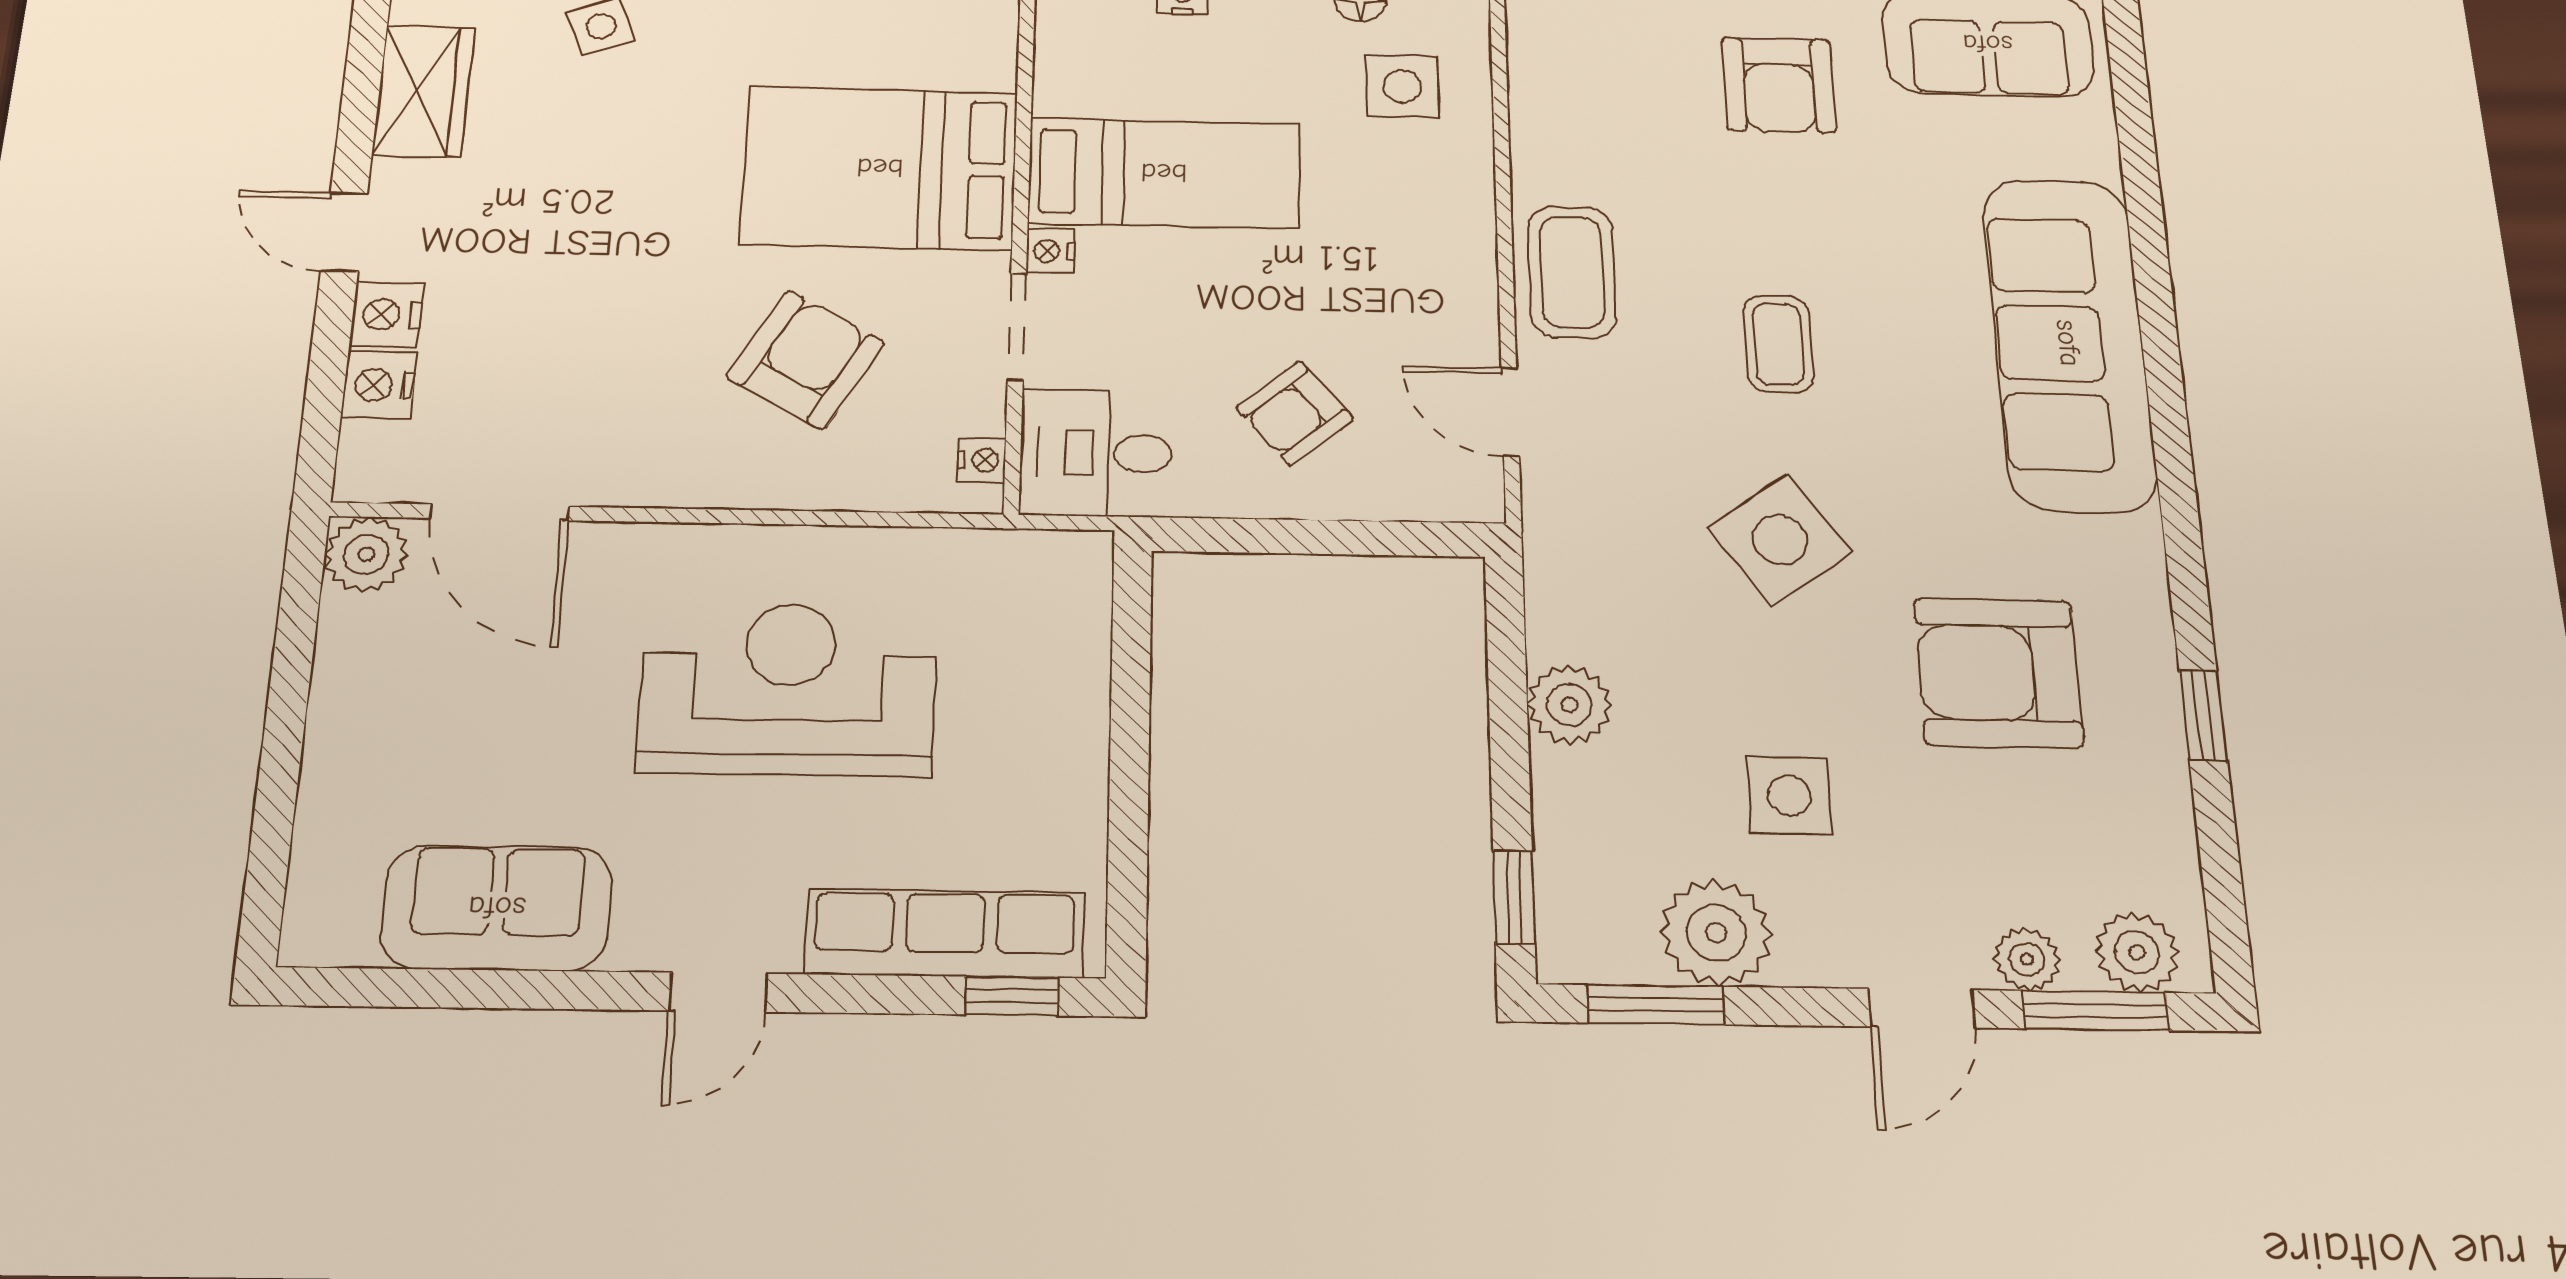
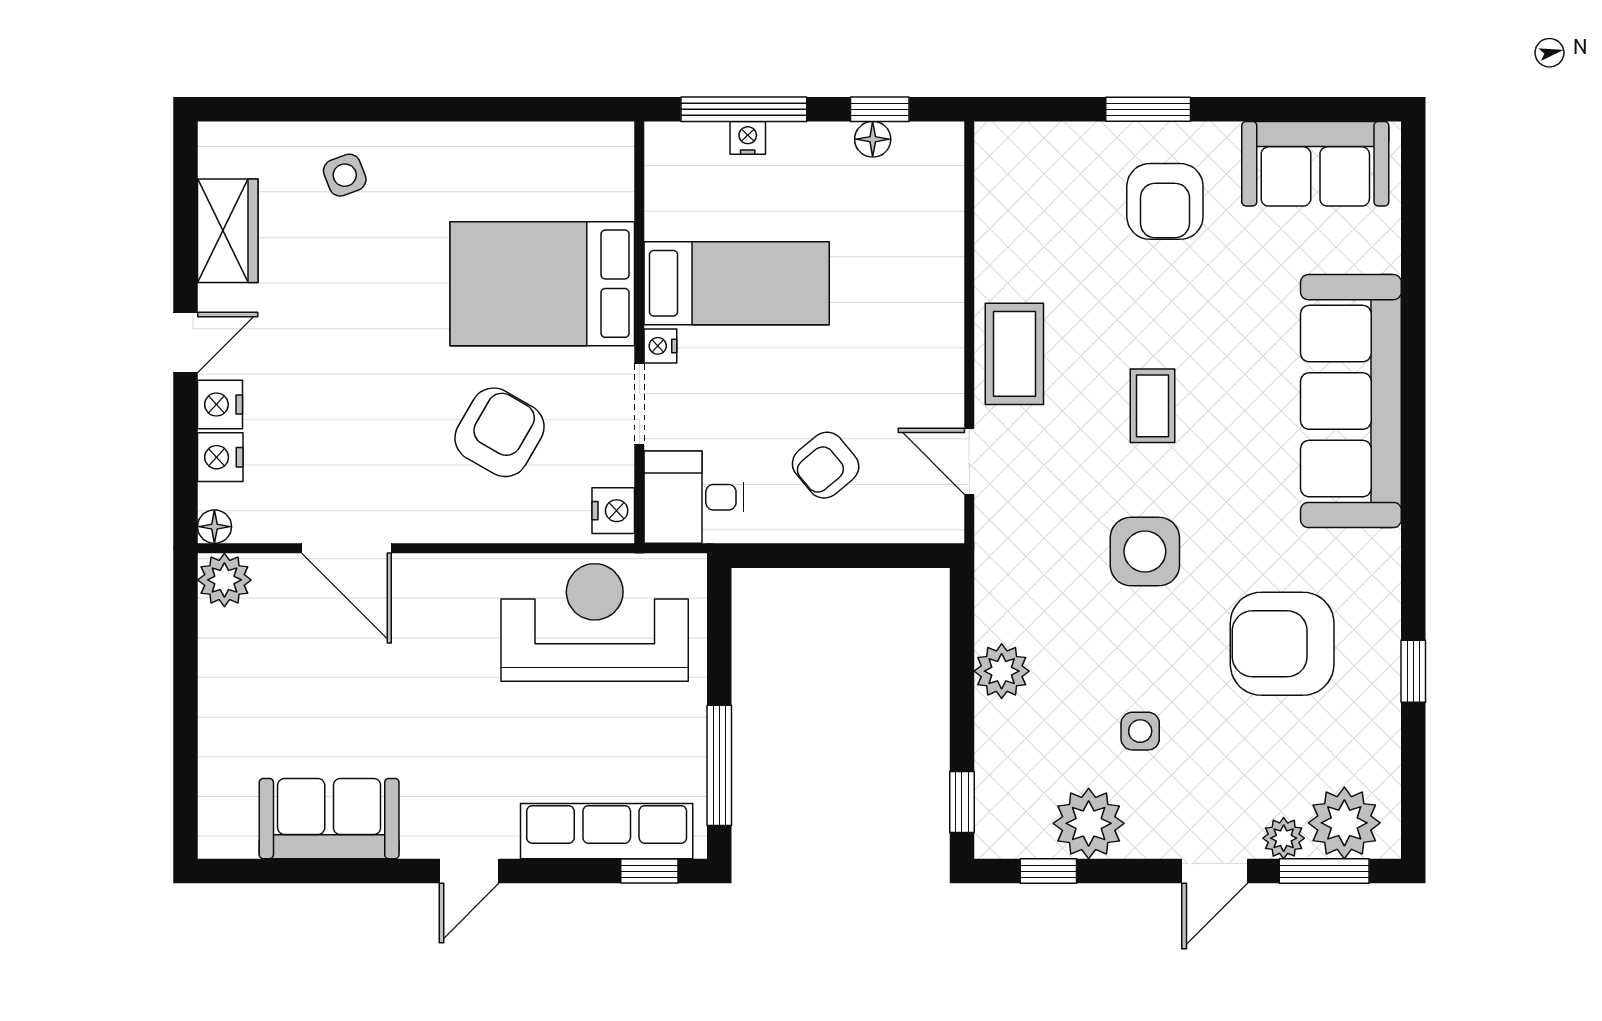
side table: (1402, 86) -> (901, 209), removed
door: (344, 232) -> (185, 342), swing flipped
nightstand: (981, 460) -> (613, 511), width x1.39, depth x1.35
floor lamp: (359, 480) -> (214, 527), added
door: (500, 512) -> (347, 548), moved
side table: (1780, 540) -> (1145, 552), turned 36
reception desk: (788, 689) -> (595, 622), moved
side table: (1789, 795) -> (1140, 731), width x0.73, depth x0.73
window: (1128, 836) -> (719, 765), added
plant: (2137, 952) -> (1344, 823), width x1.36, depth x1.36
window: (1656, 1005) -> (1048, 871), width x0.67

